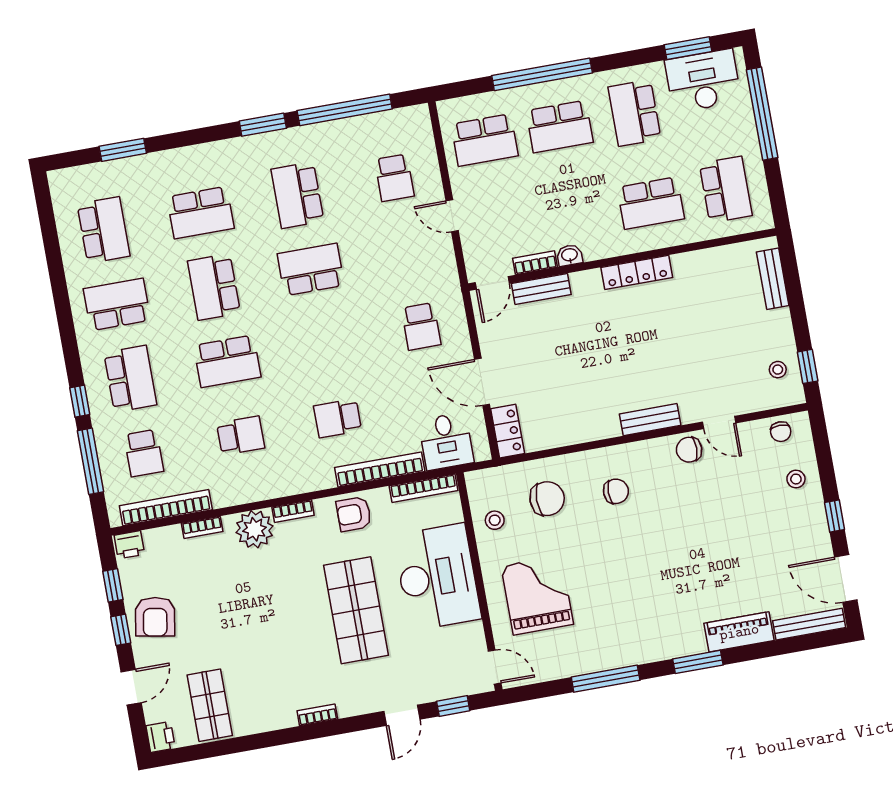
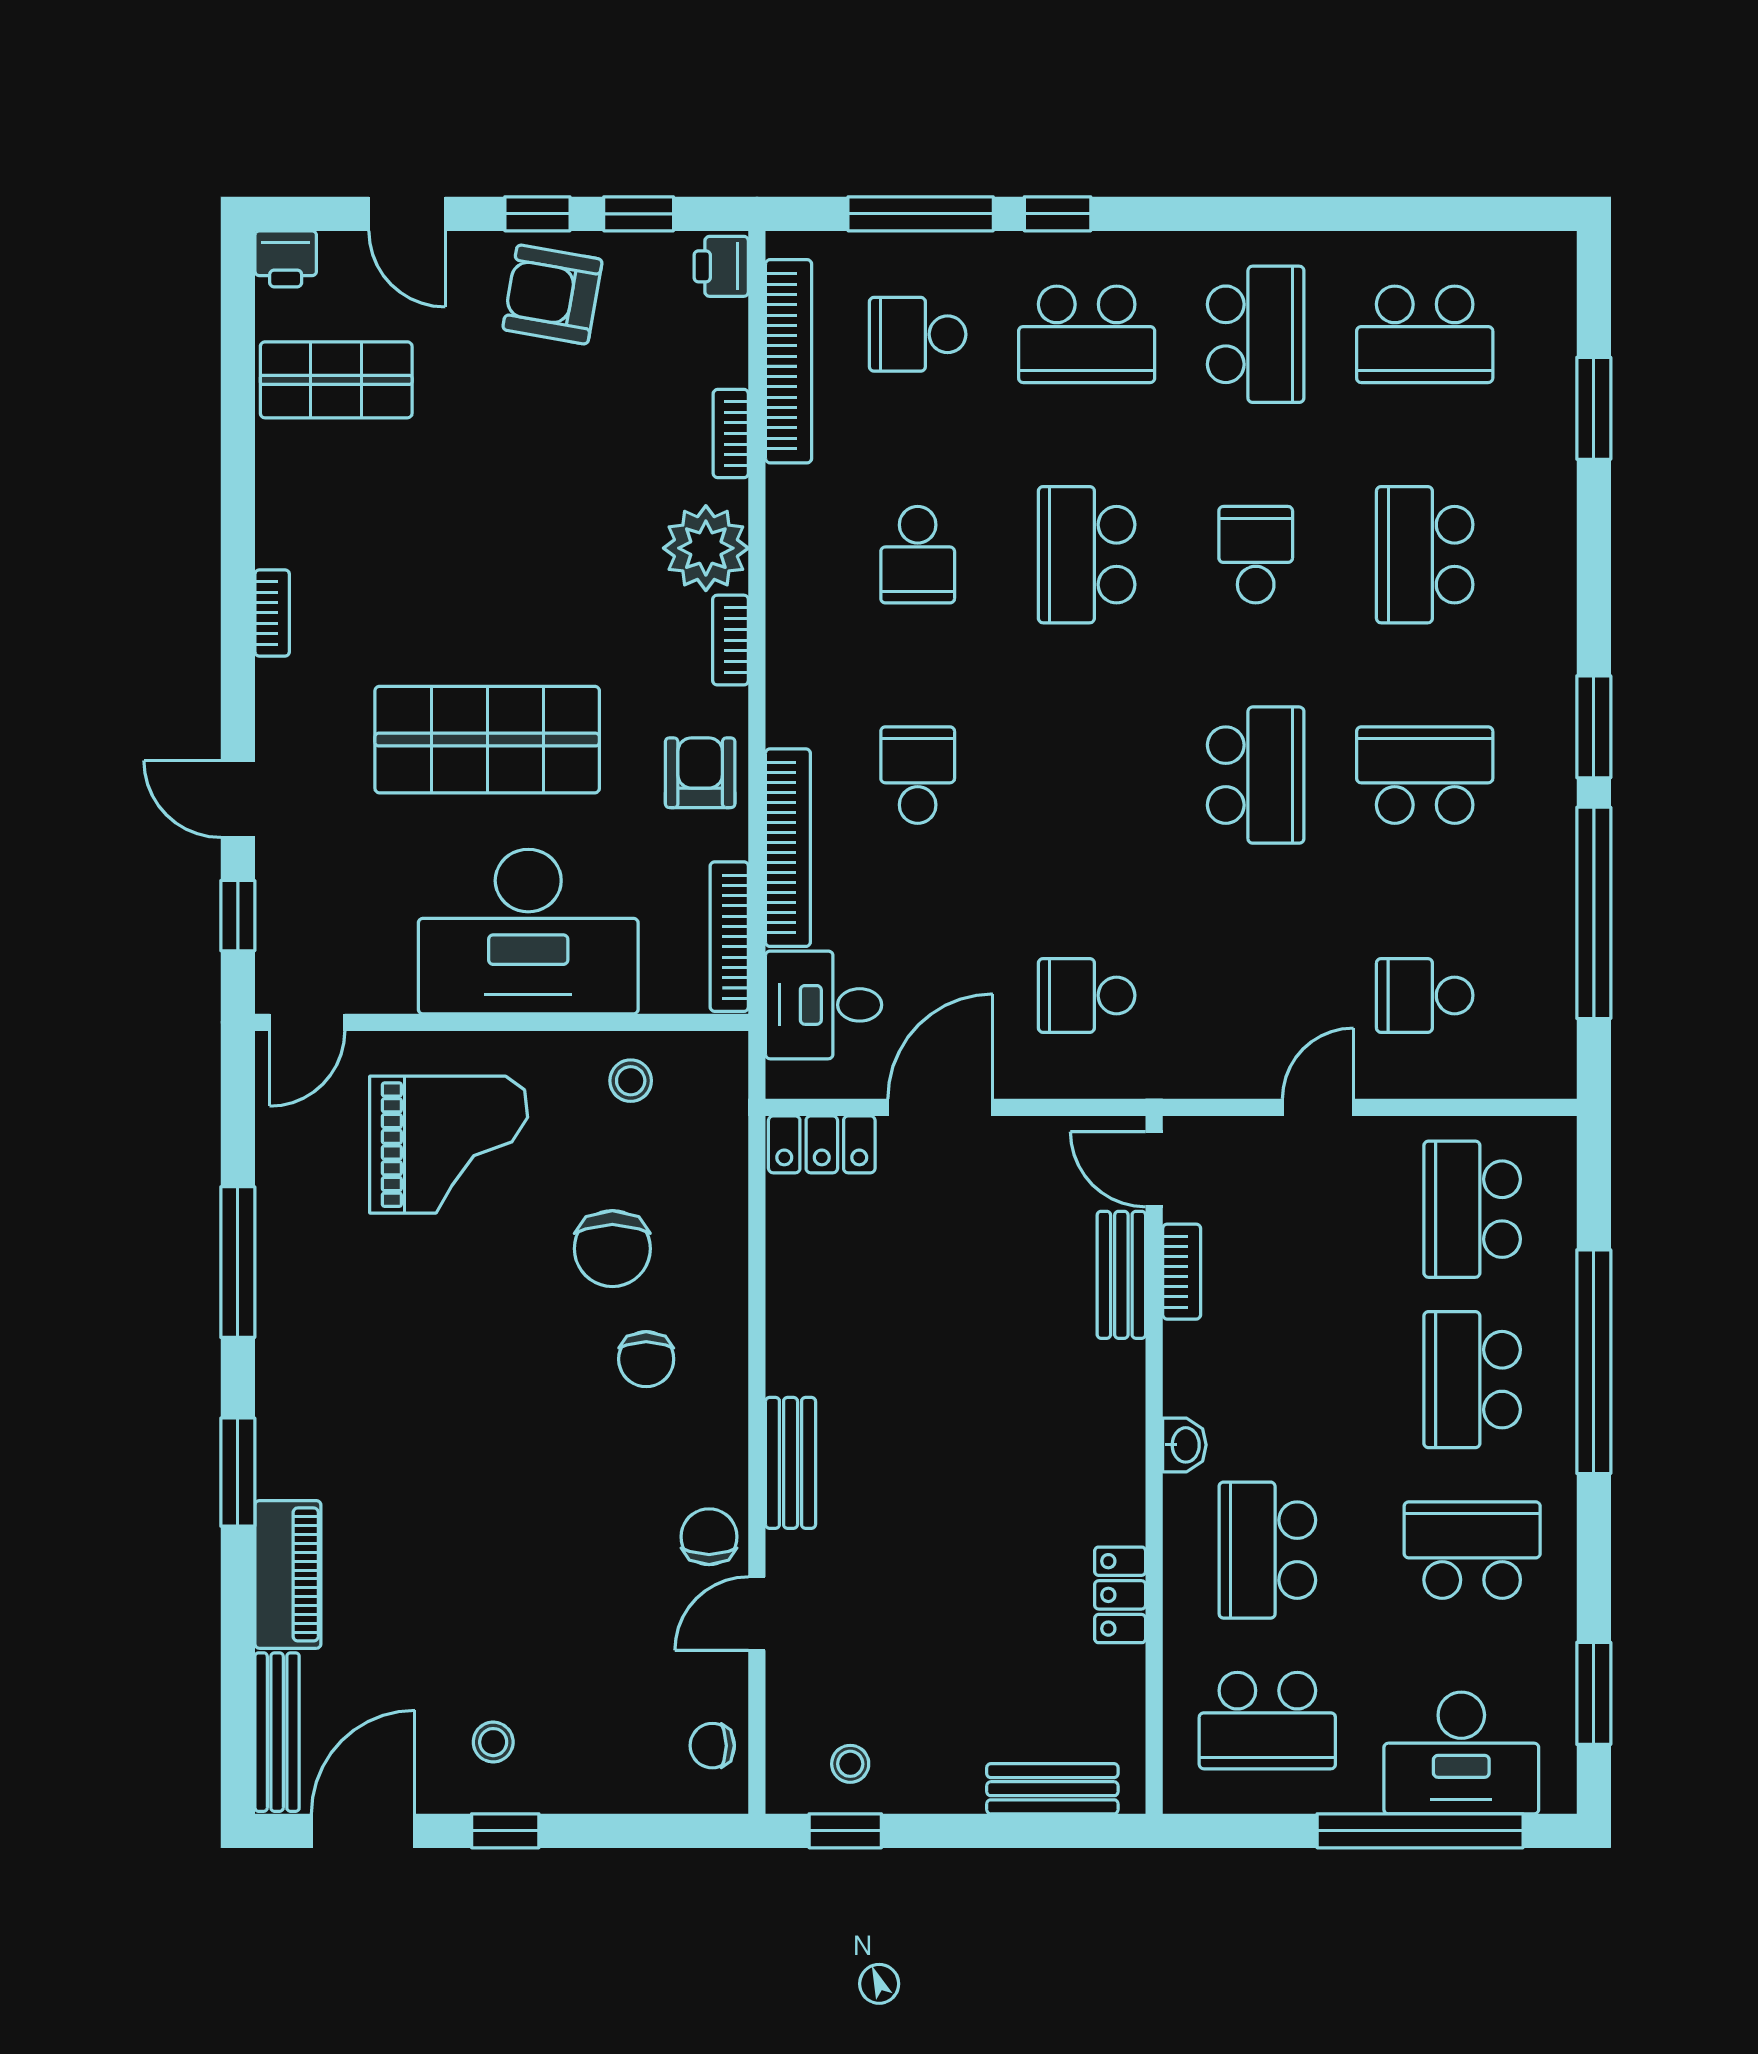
desk: (703, 81) -> (1461, 1753), moved, turned 90
washbasin: (570, 255) -> (1184, 1445), moved
locker: (637, 272) -> (1120, 1595), moved, width x0.66
school desk: (214, 287) -> (1256, 555), width x0.54
stool: (796, 479) -> (493, 1742), moved
chair: (547, 499) -> (612, 1249), moved

